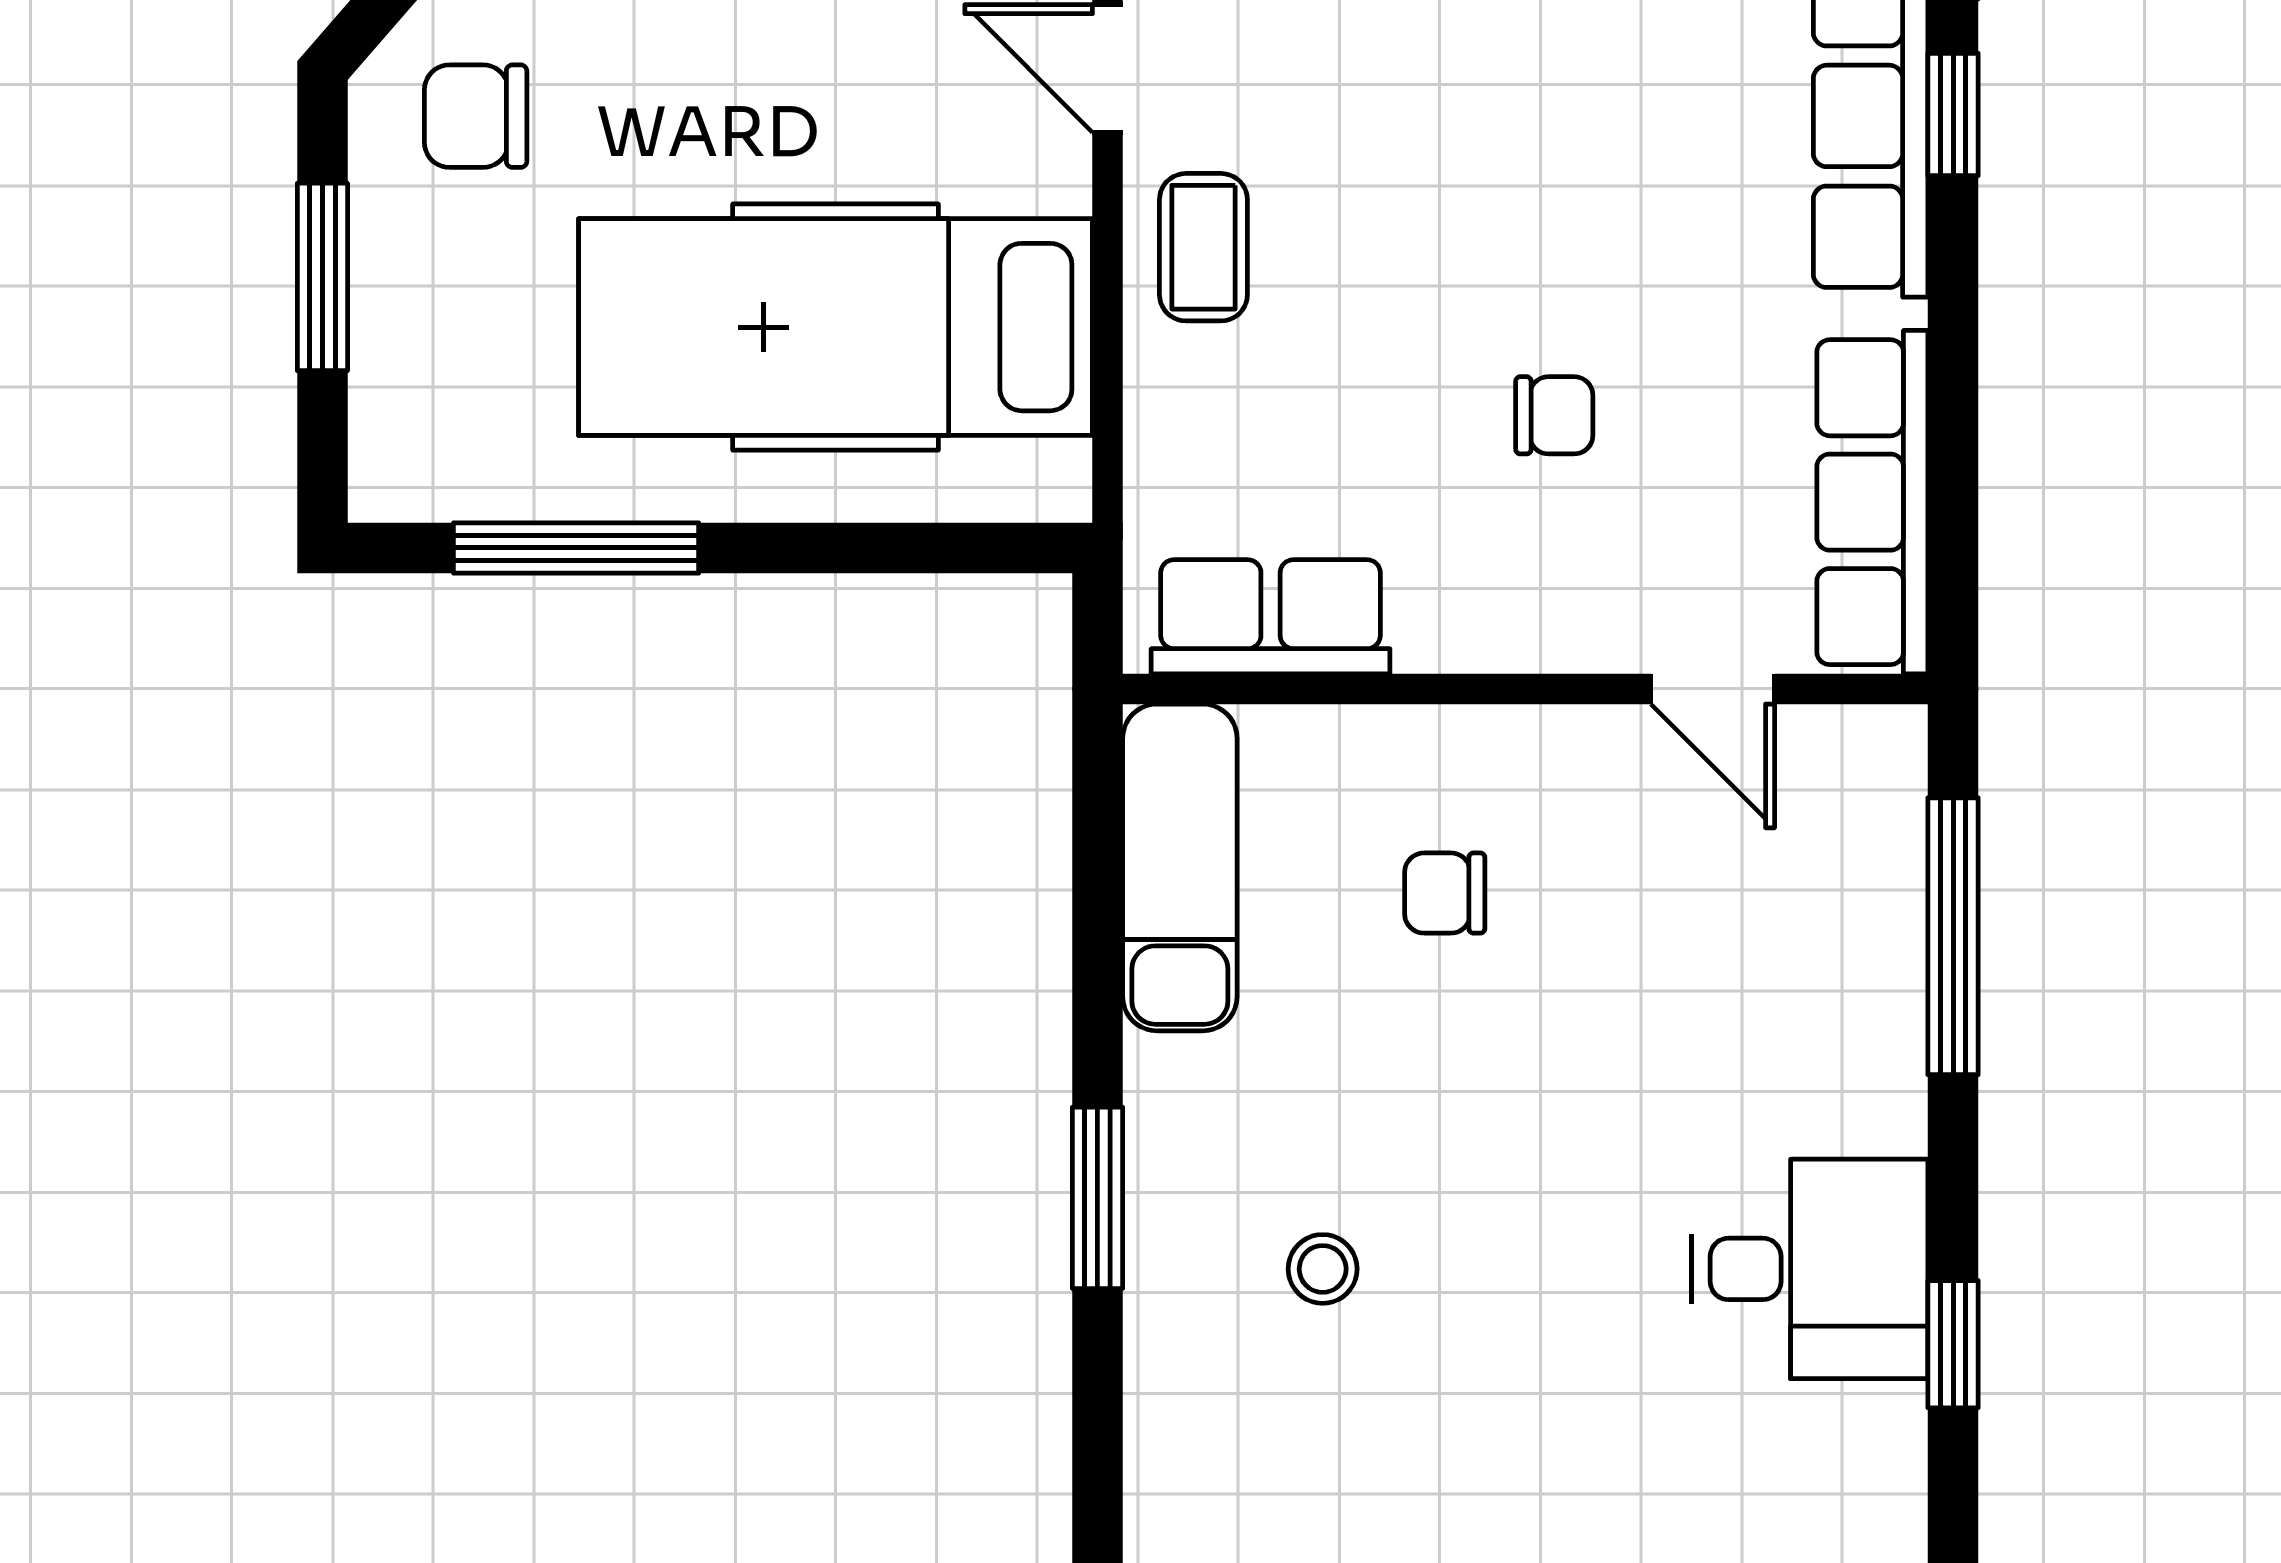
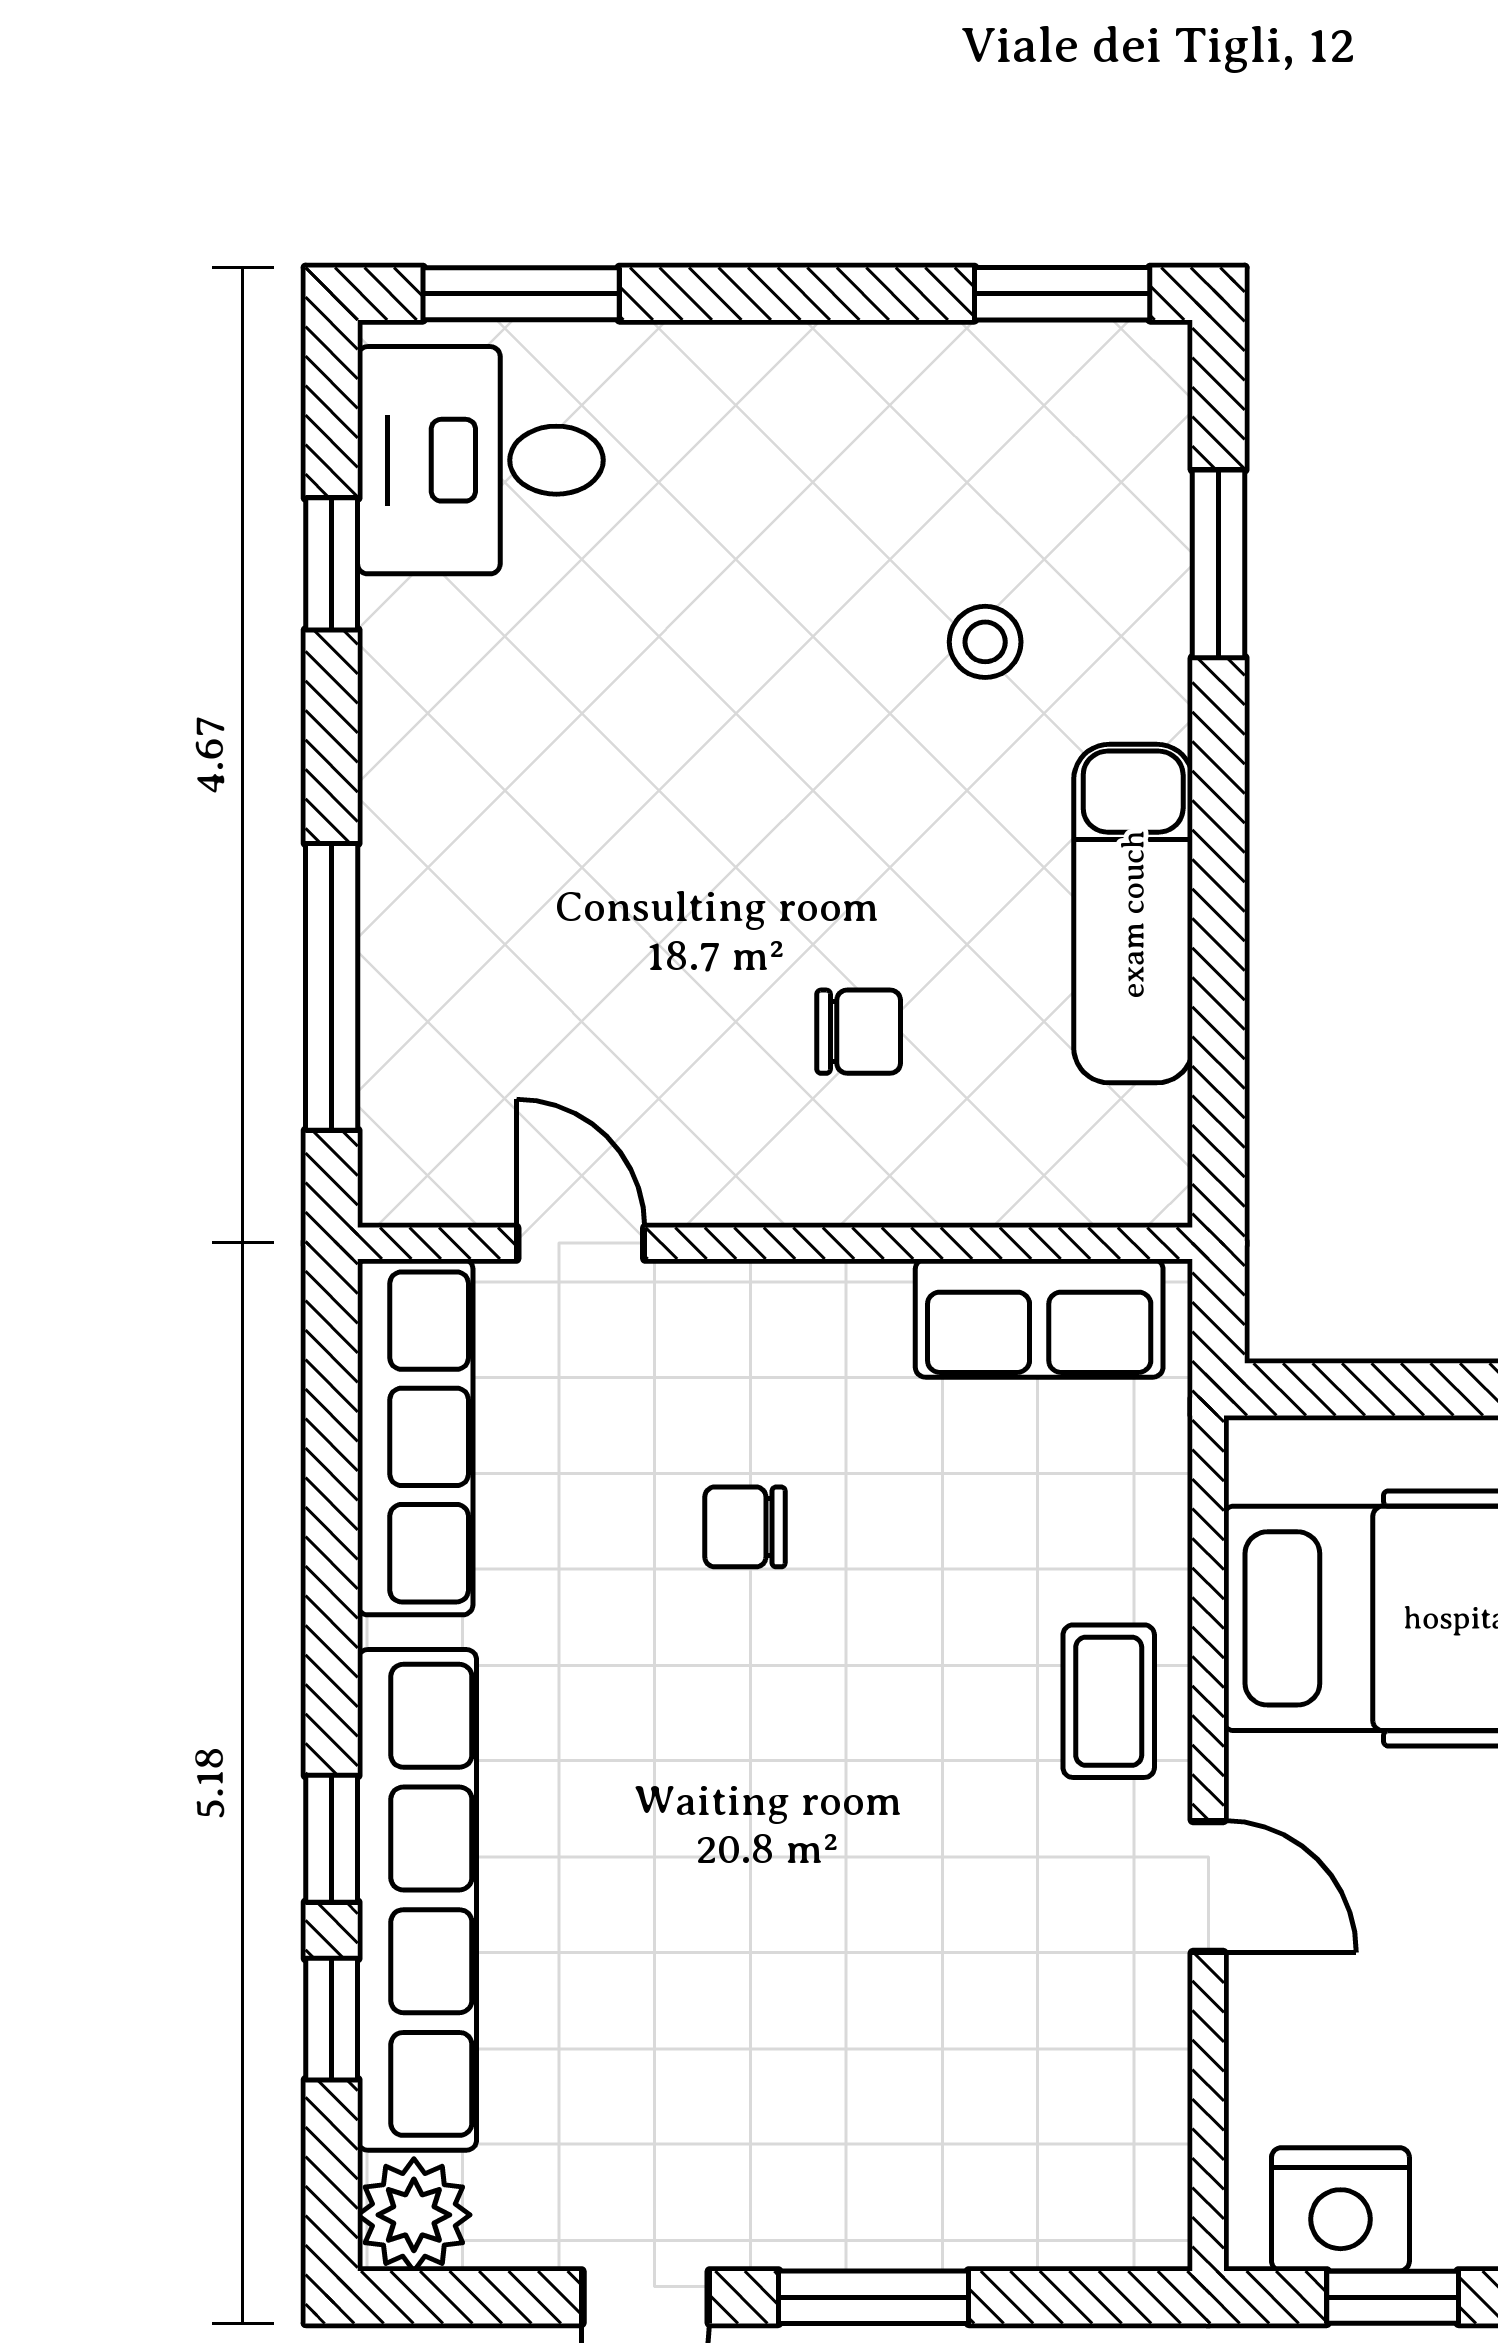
exam couch: (1180, 867) -> (1133, 914), moved
window: (1097, 1198) -> (1219, 564), moved
desk: (1810, 1269) -> (480, 460), moved

